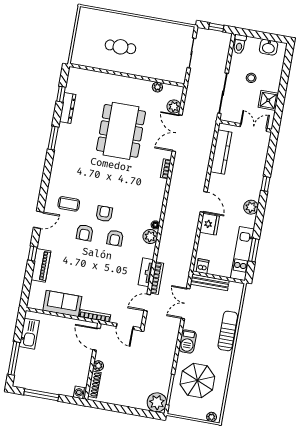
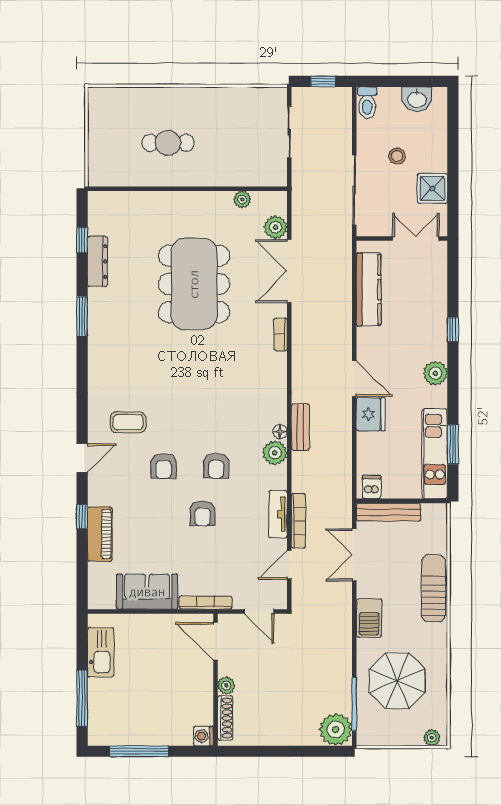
armchair: (104, 214) -> (202, 513), moved, turned 180
bench: (168, 224) -> (300, 427), added

